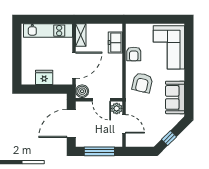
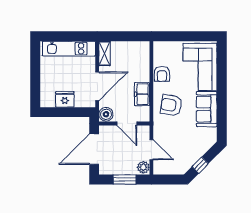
freezer: (115, 43) -> (142, 94), moved
armchair: (142, 83) -> (171, 105), turned 86
sofa: (175, 97) -> (207, 109), moved
plant: (117, 108) -> (143, 167), moved
window: (99, 151) -> (125, 179), width x0.69

